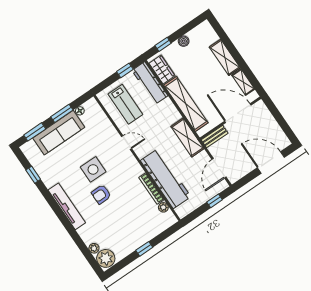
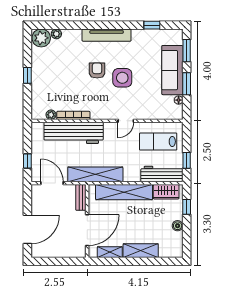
shelving: (187, 138) -> (95, 174), width x1.47

